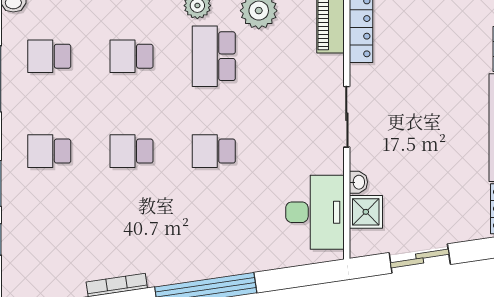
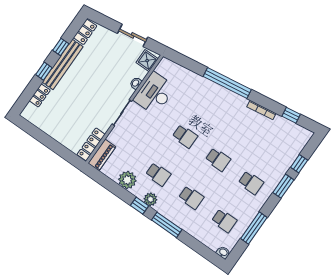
school desk: (214, 56) -> (158, 174), width x0.54
desk: (315, 212) -> (154, 93), moved
shower: (366, 212) -> (147, 61), moved

